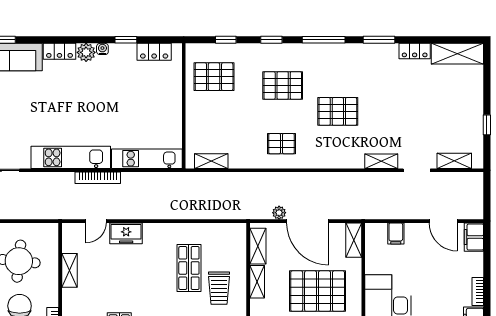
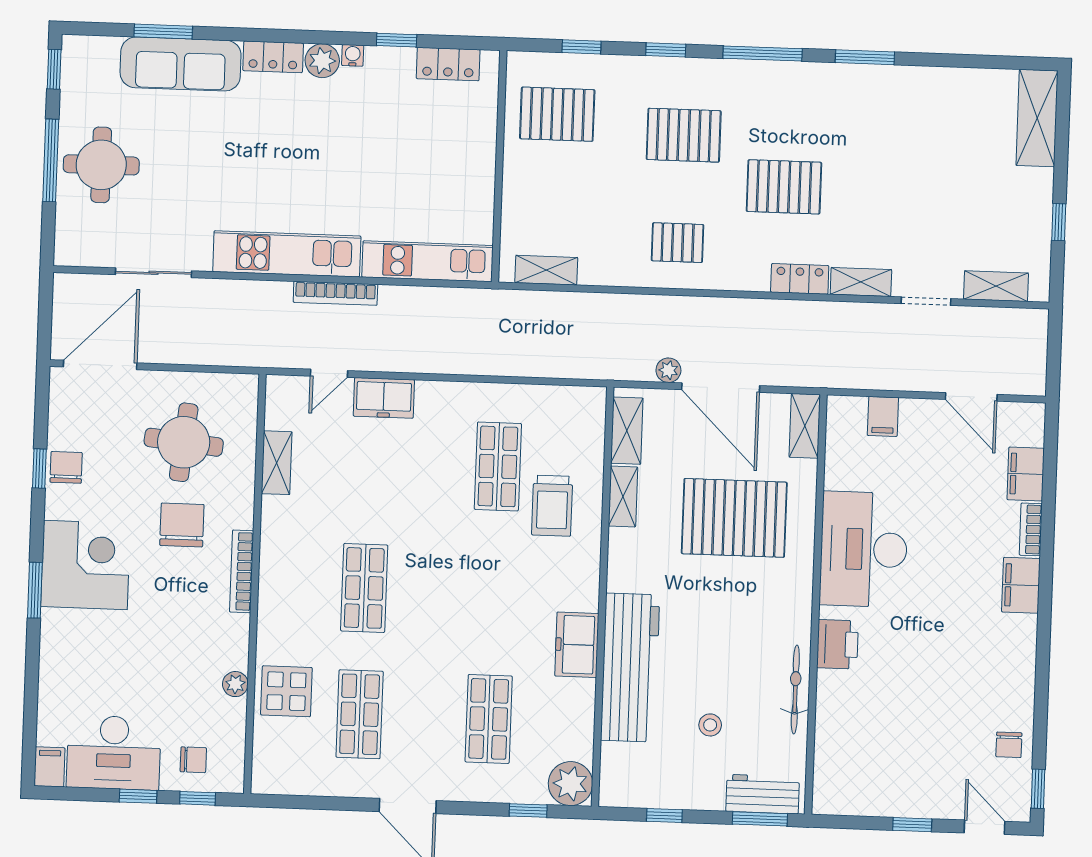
locker: (415, 51) -> (800, 279), moved, turned 180
shelving: (457, 54) -> (1037, 118), moved, turned 90
filing cabinet: (474, 237) -> (1026, 474), moved

